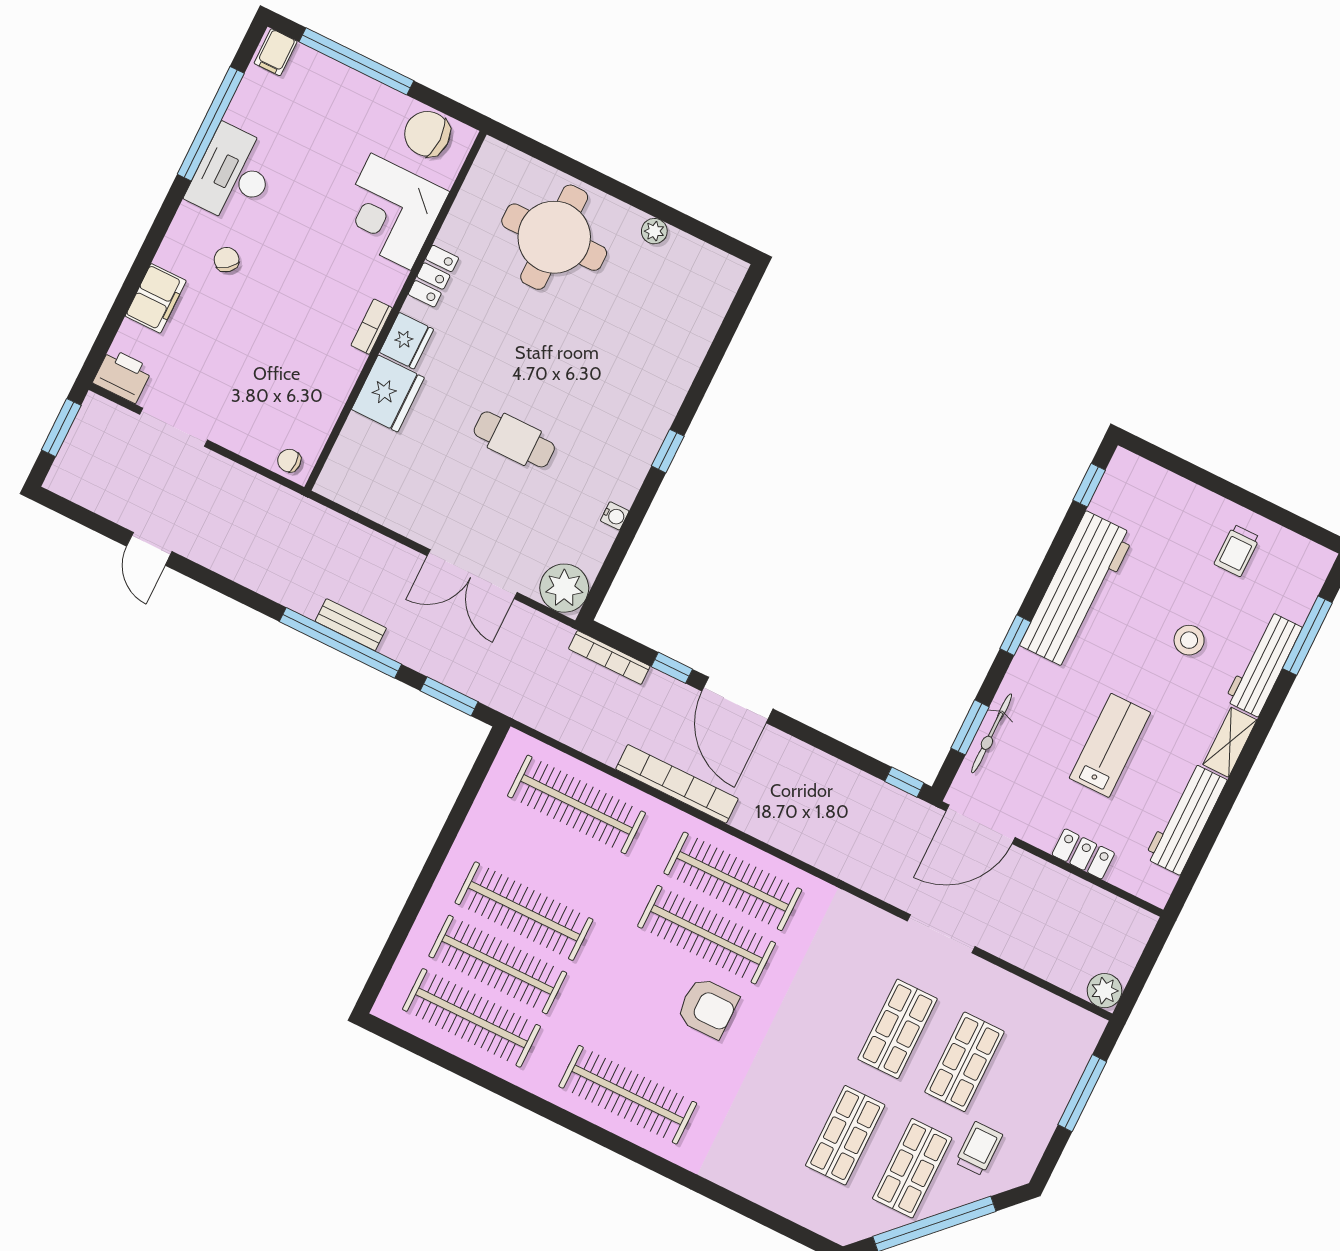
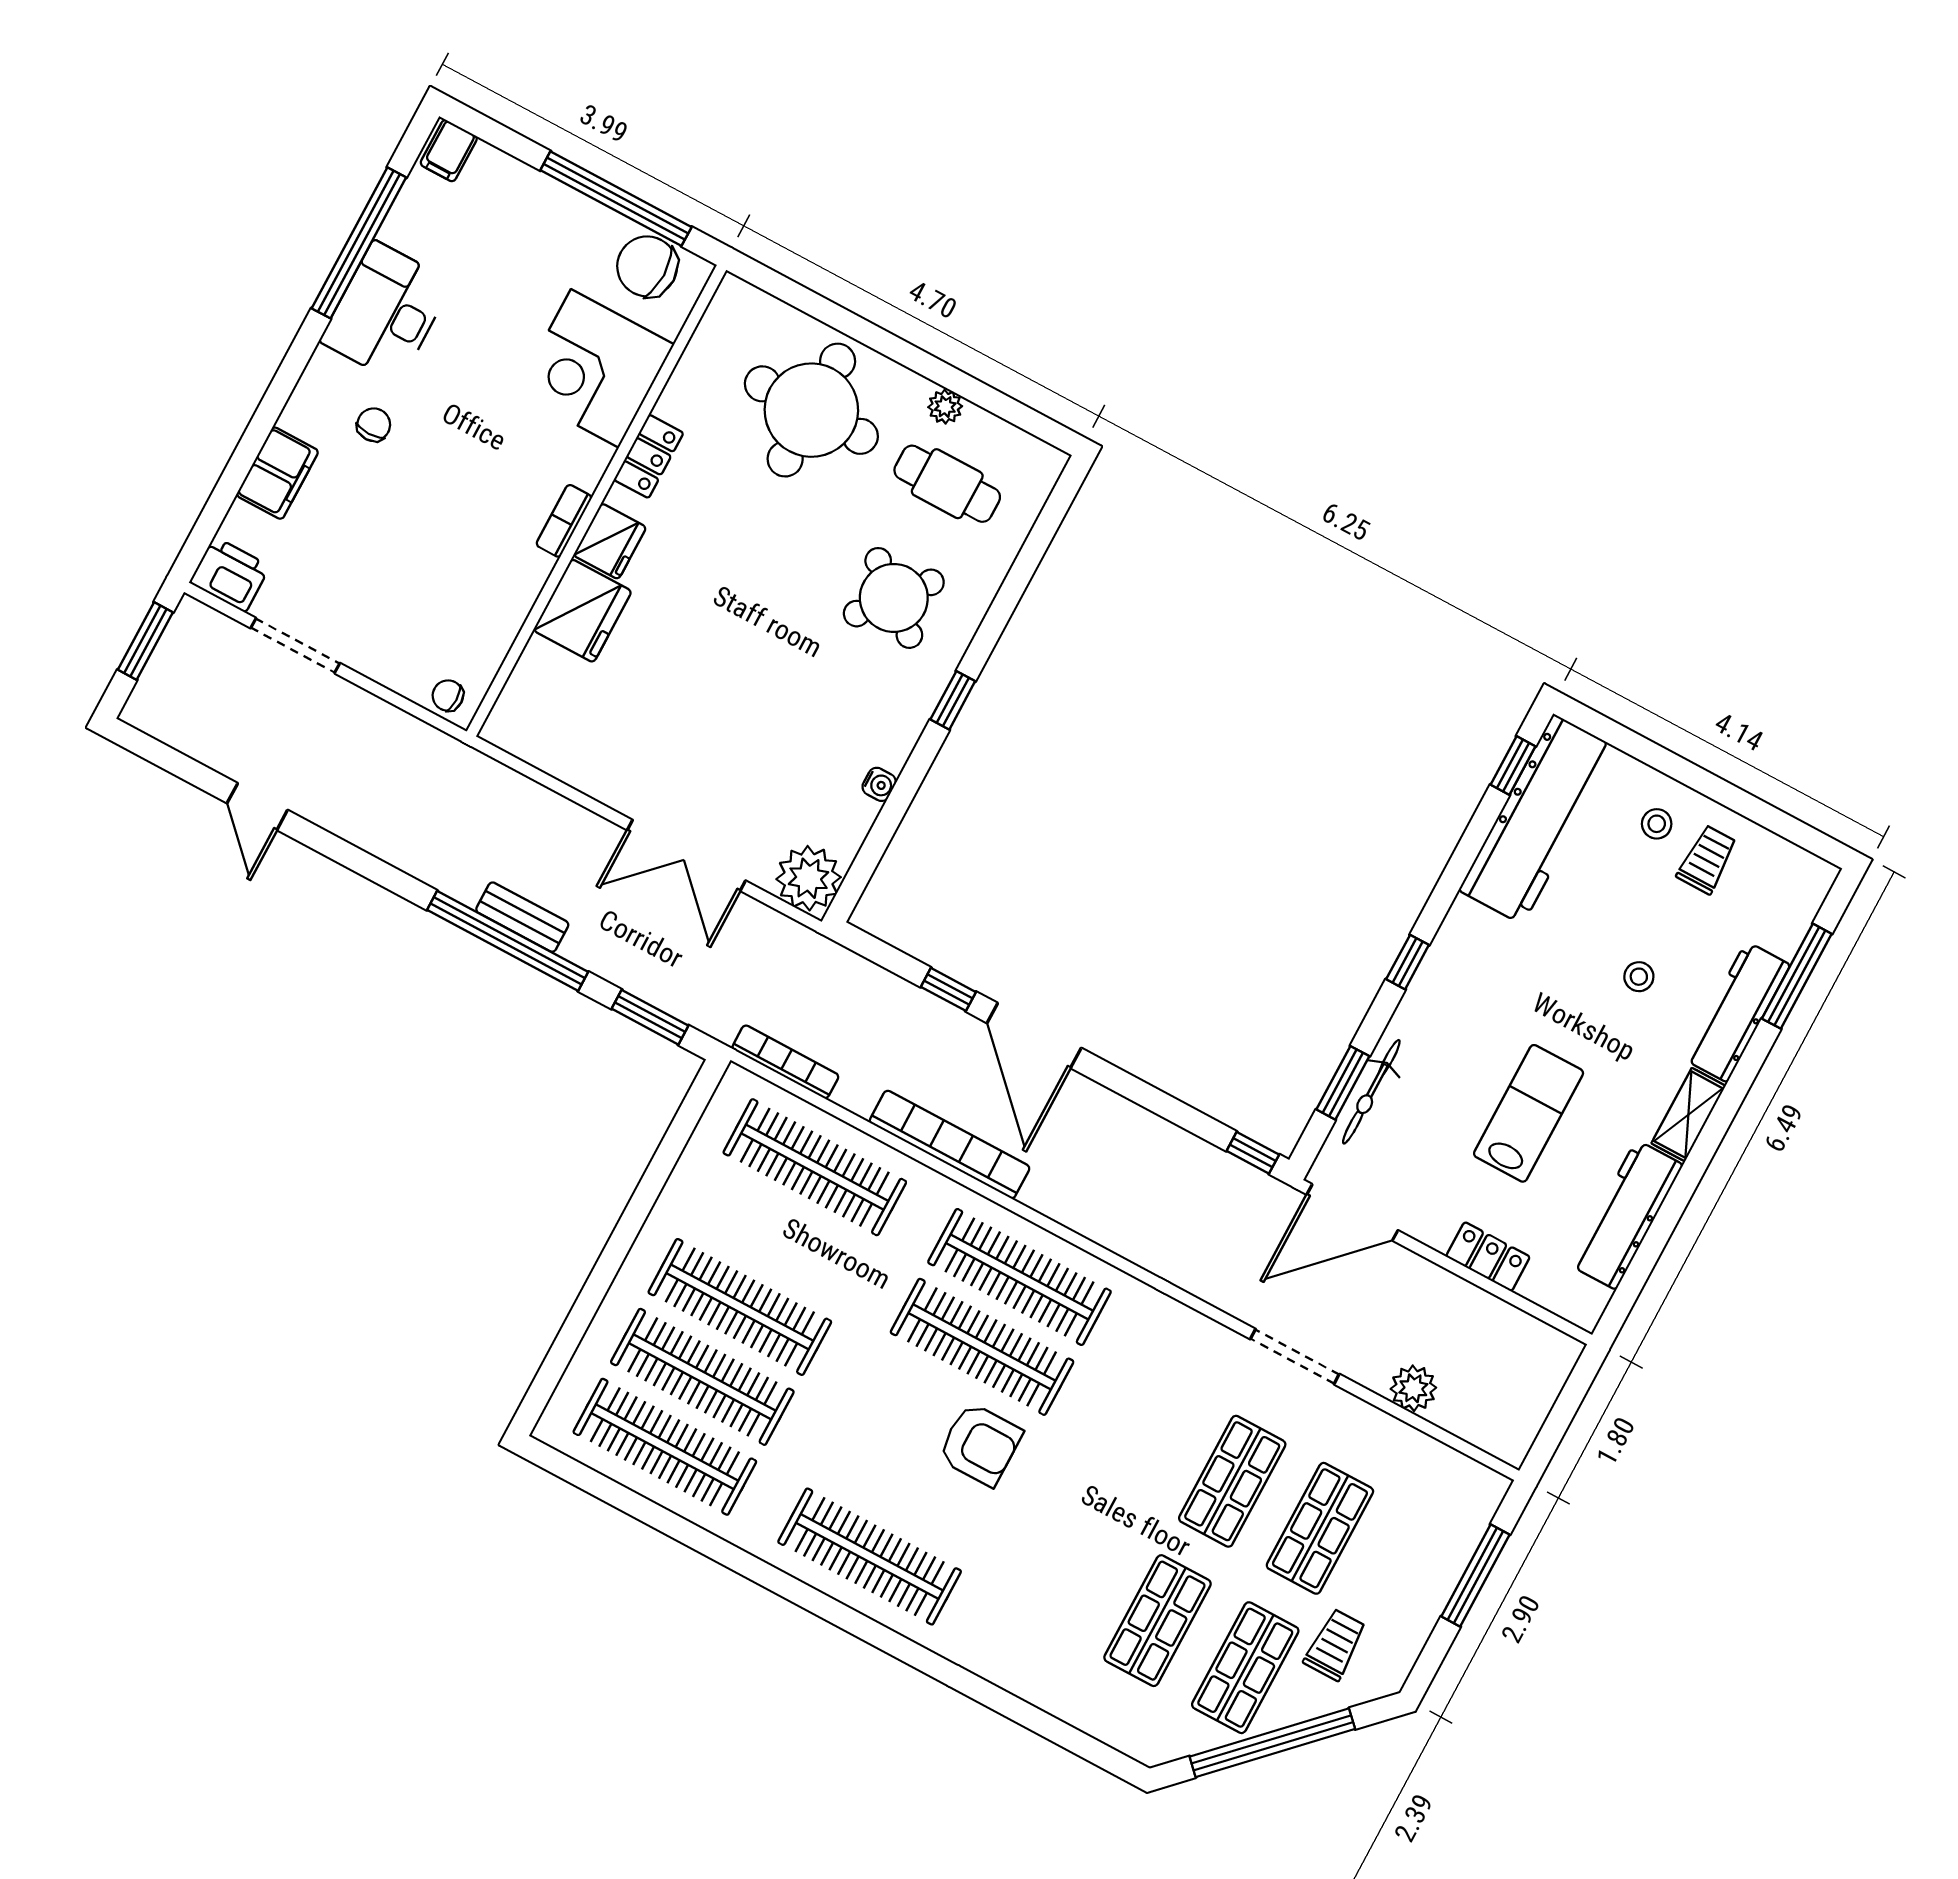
window: (356, 61) -> (616, 199), moved
chair: (227, 260) -> (374, 425), turned 39
round table: (621, 376) -> (894, 598), added
cafe table: (514, 439) -> (947, 484), moved
stool: (1198, 525) -> (1657, 824), added
trolley: (1237, 551) -> (1707, 860), turned 180
workbench: (1077, 590) -> (1538, 819), moved
stool: (1189, 640) -> (1639, 977), width x0.73, depth x0.73
bookcase: (609, 658) -> (785, 1062), moved, turned 180
plant: (1105, 991) -> (1413, 1388), moved

